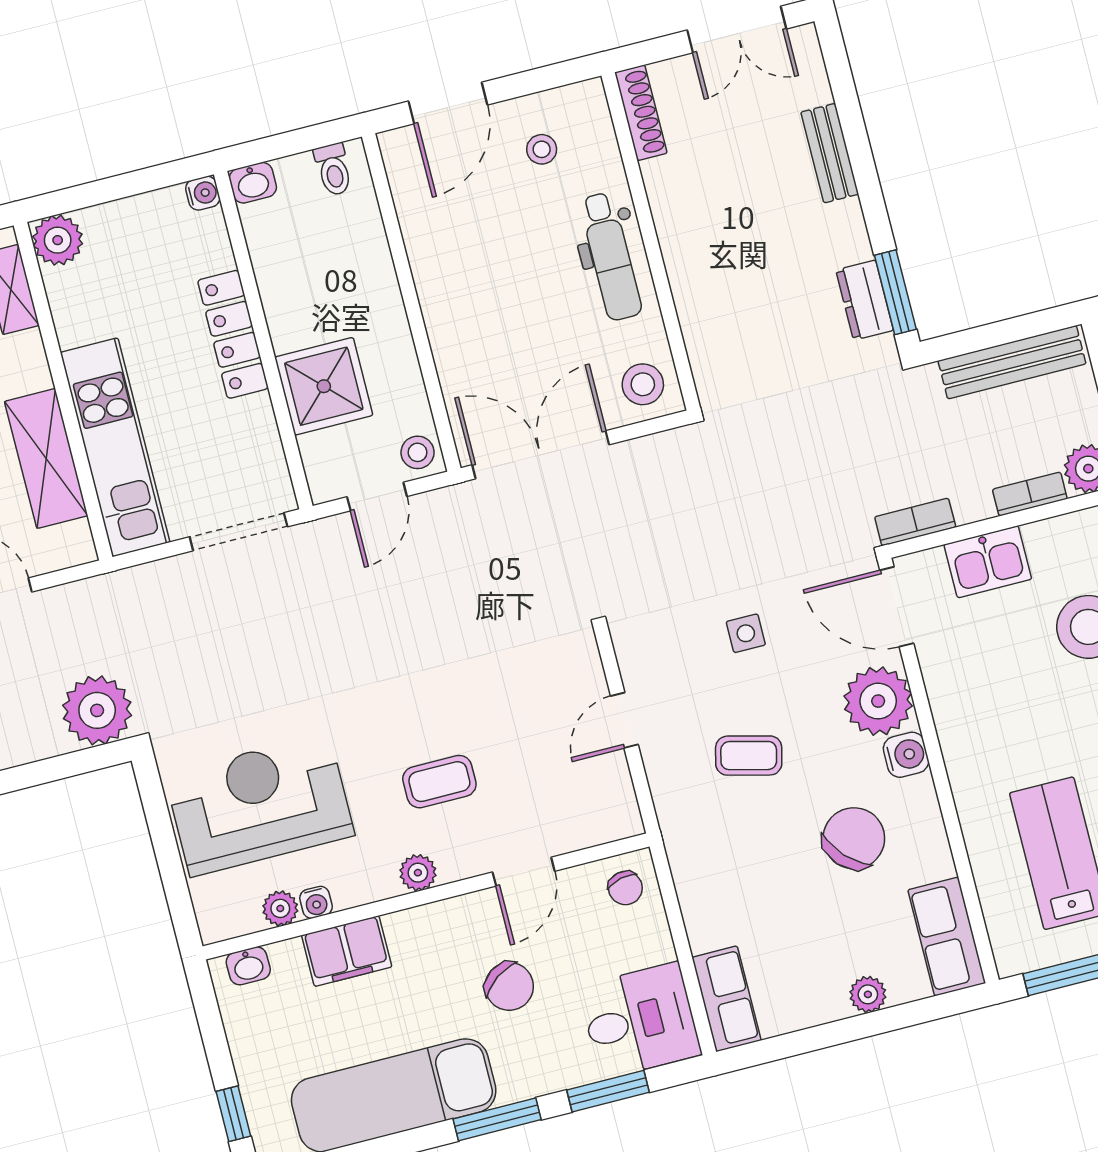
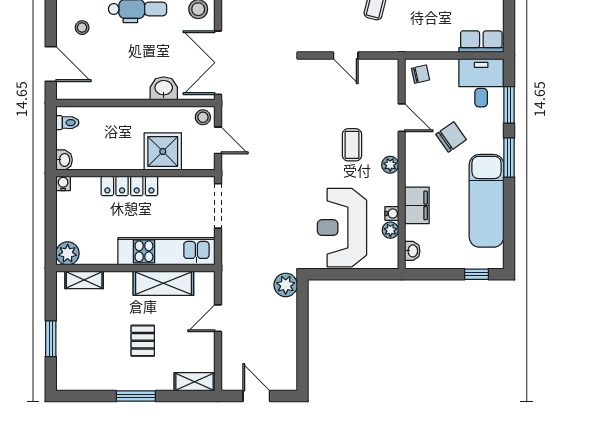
washbasin: (457, 354) -> (164, 88), added
plant: (97, 710) -> (286, 285), width x0.73, depth x0.73

